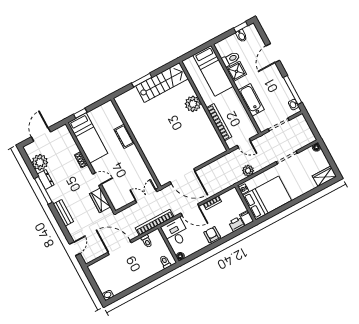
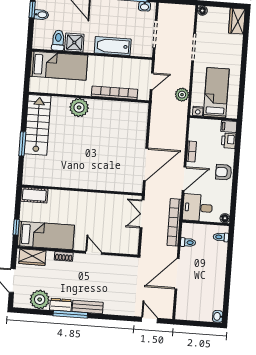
cot: (124, 136) -> (34, 195), moved
door: (97, 179) -> (94, 253), hinge flipped
bed: (267, 198) -> (216, 93), width x0.67
wardrobe: (100, 200) -> (32, 257), moved
bench: (63, 213) -> (88, 307), moved

